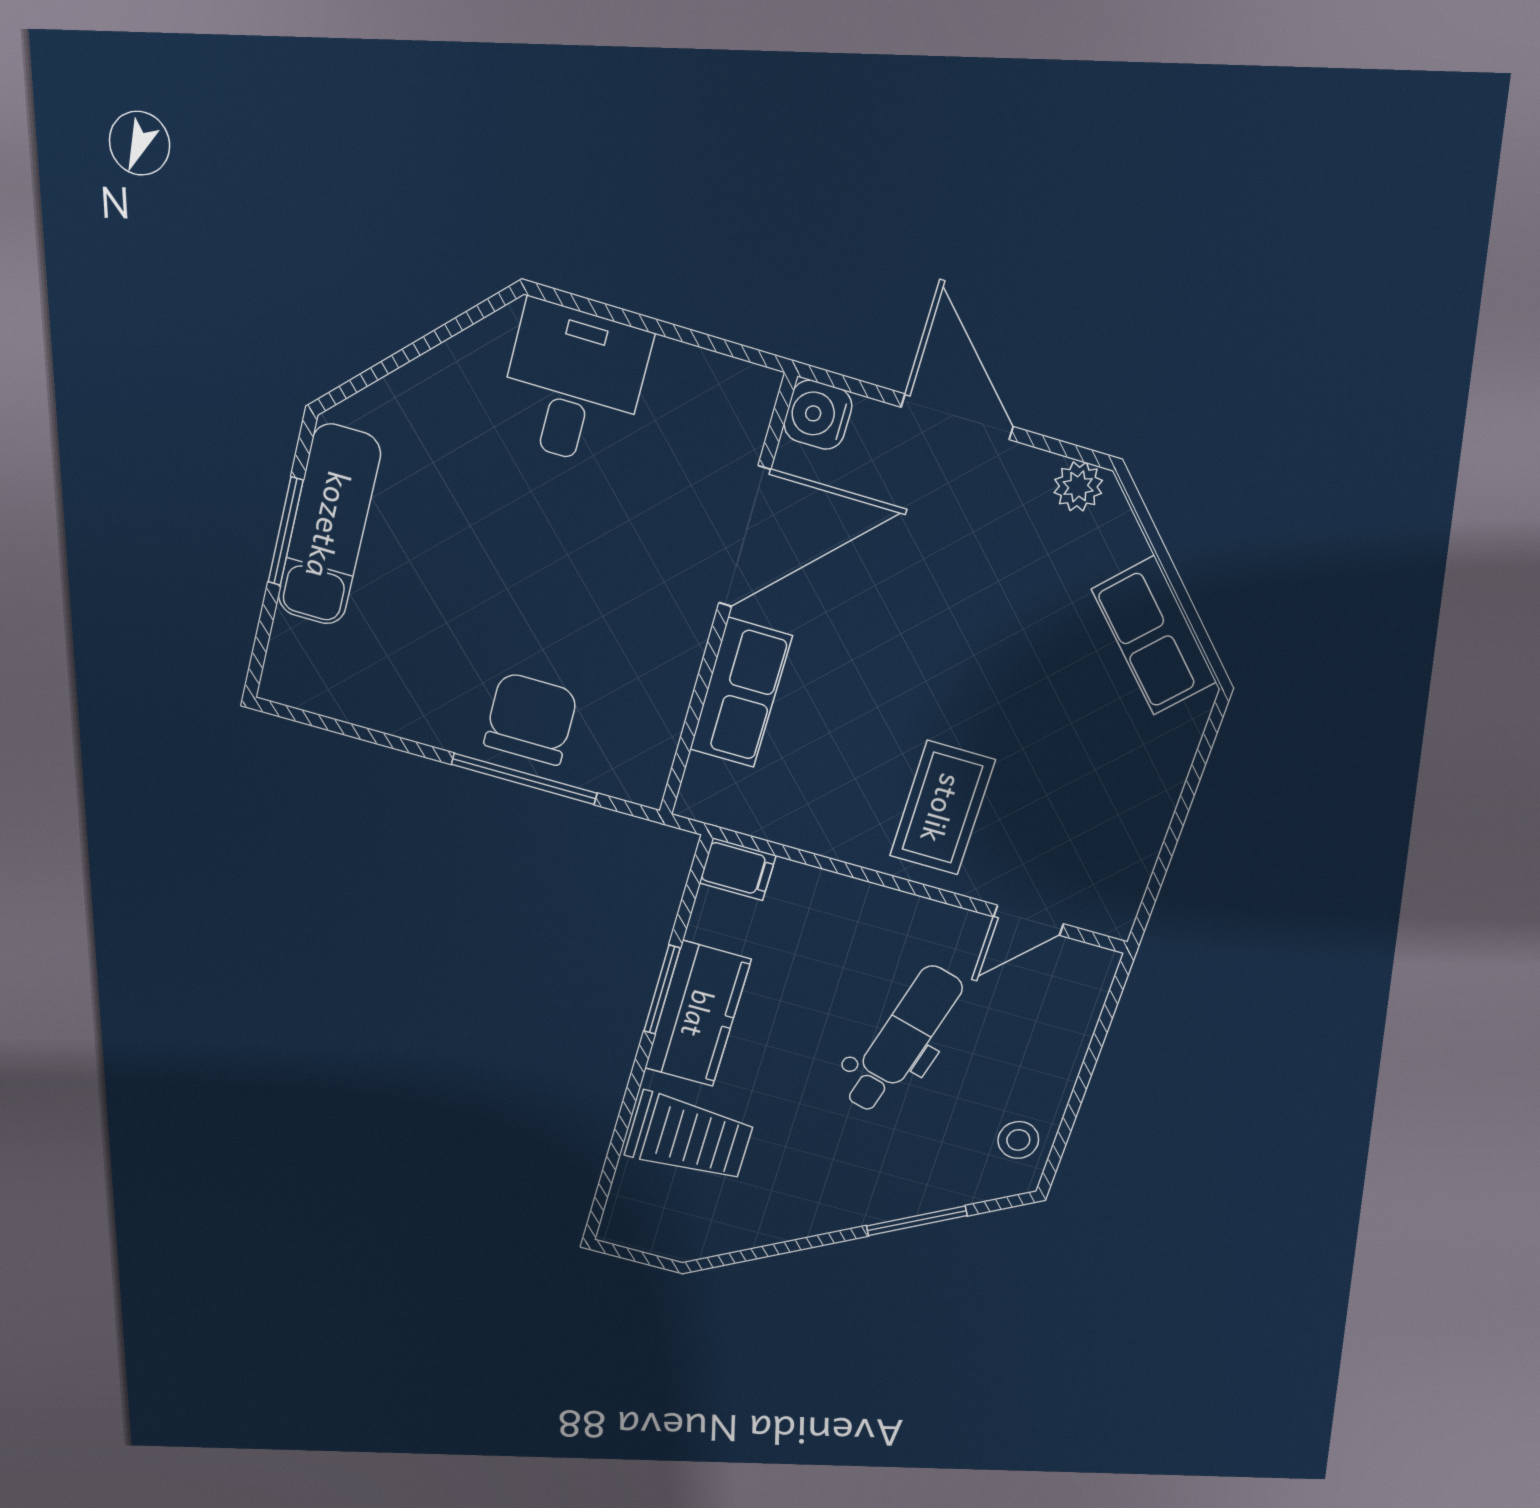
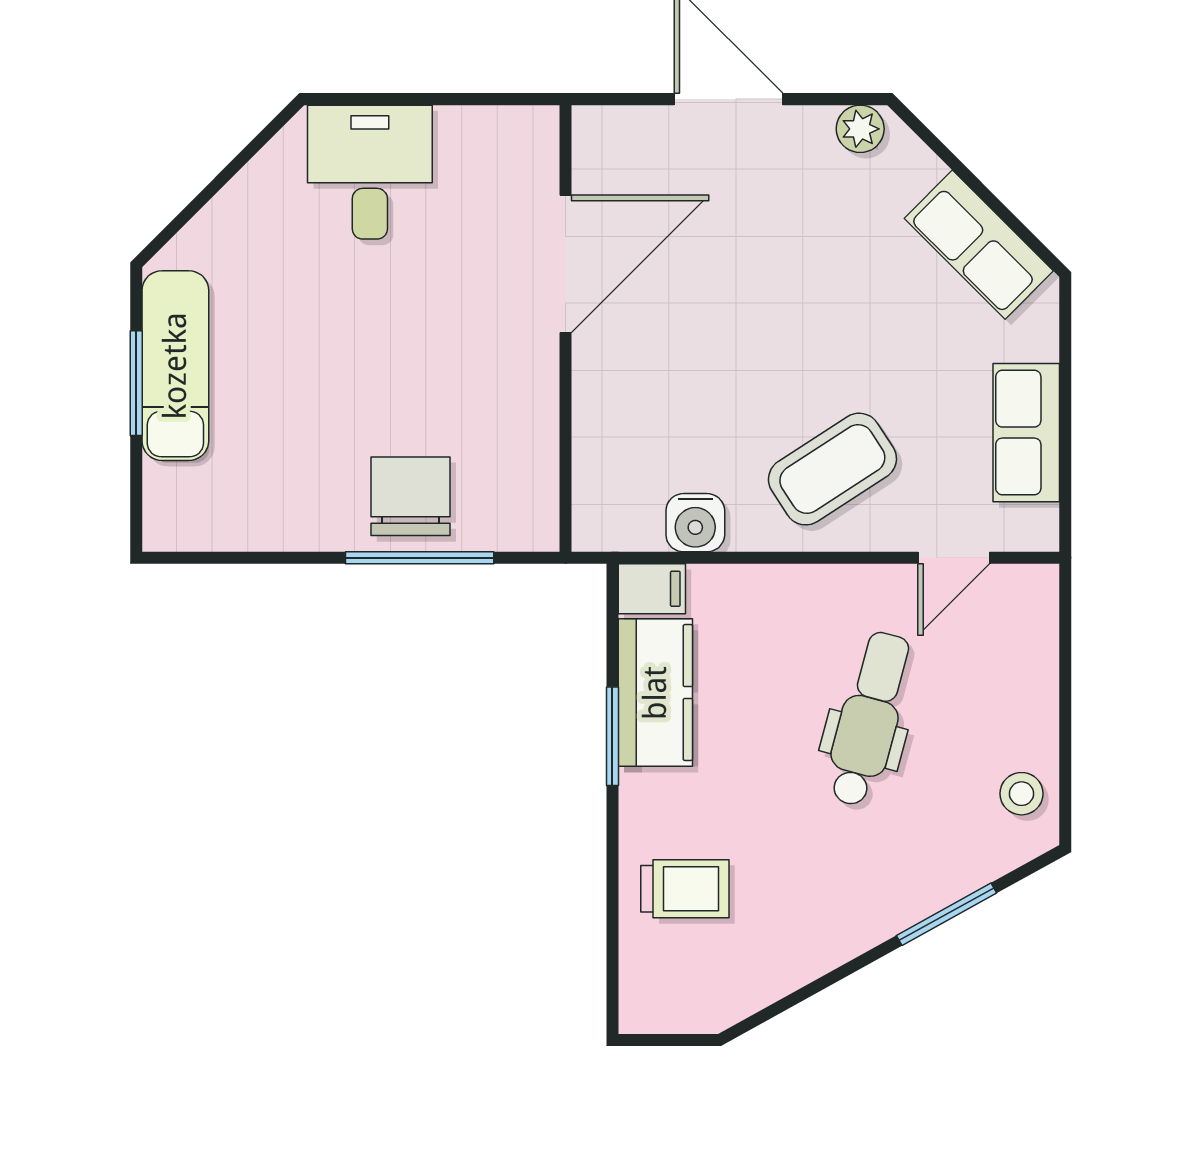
water cooler: (818, 415) -> (695, 523), moved, turned -90
row of seats: (741, 693) -> (1026, 433), moved, turned 180
coffee table: (942, 808) -> (832, 469), turned 57
kitchen counter: (698, 1014) -> (655, 693), moved
trolley: (689, 1137) -> (685, 889), width x0.73, depth x0.72

